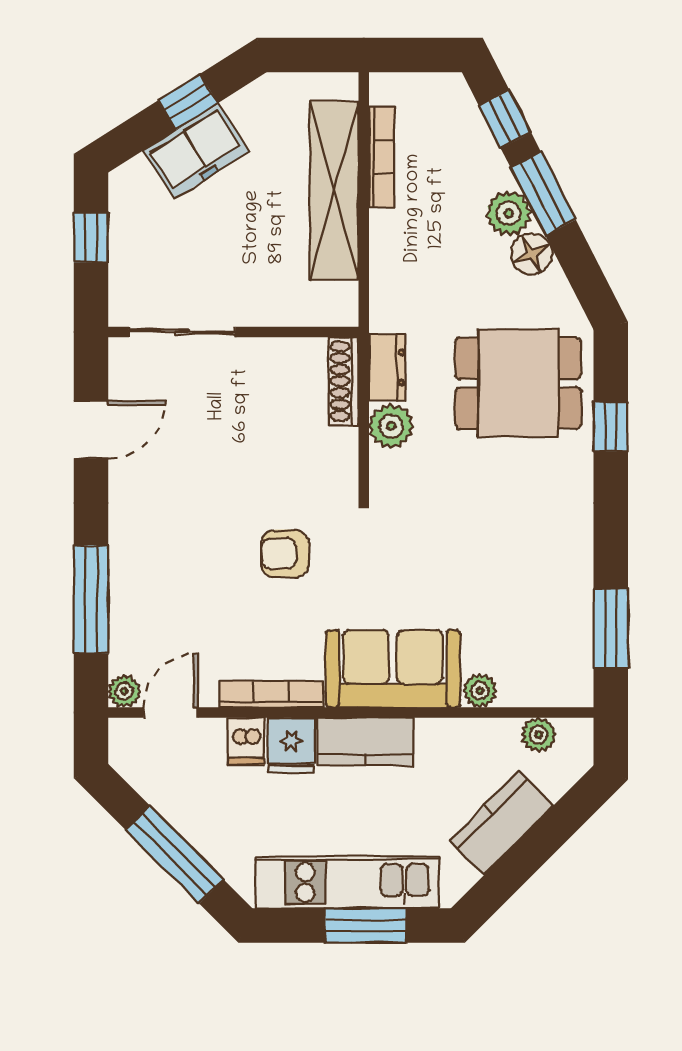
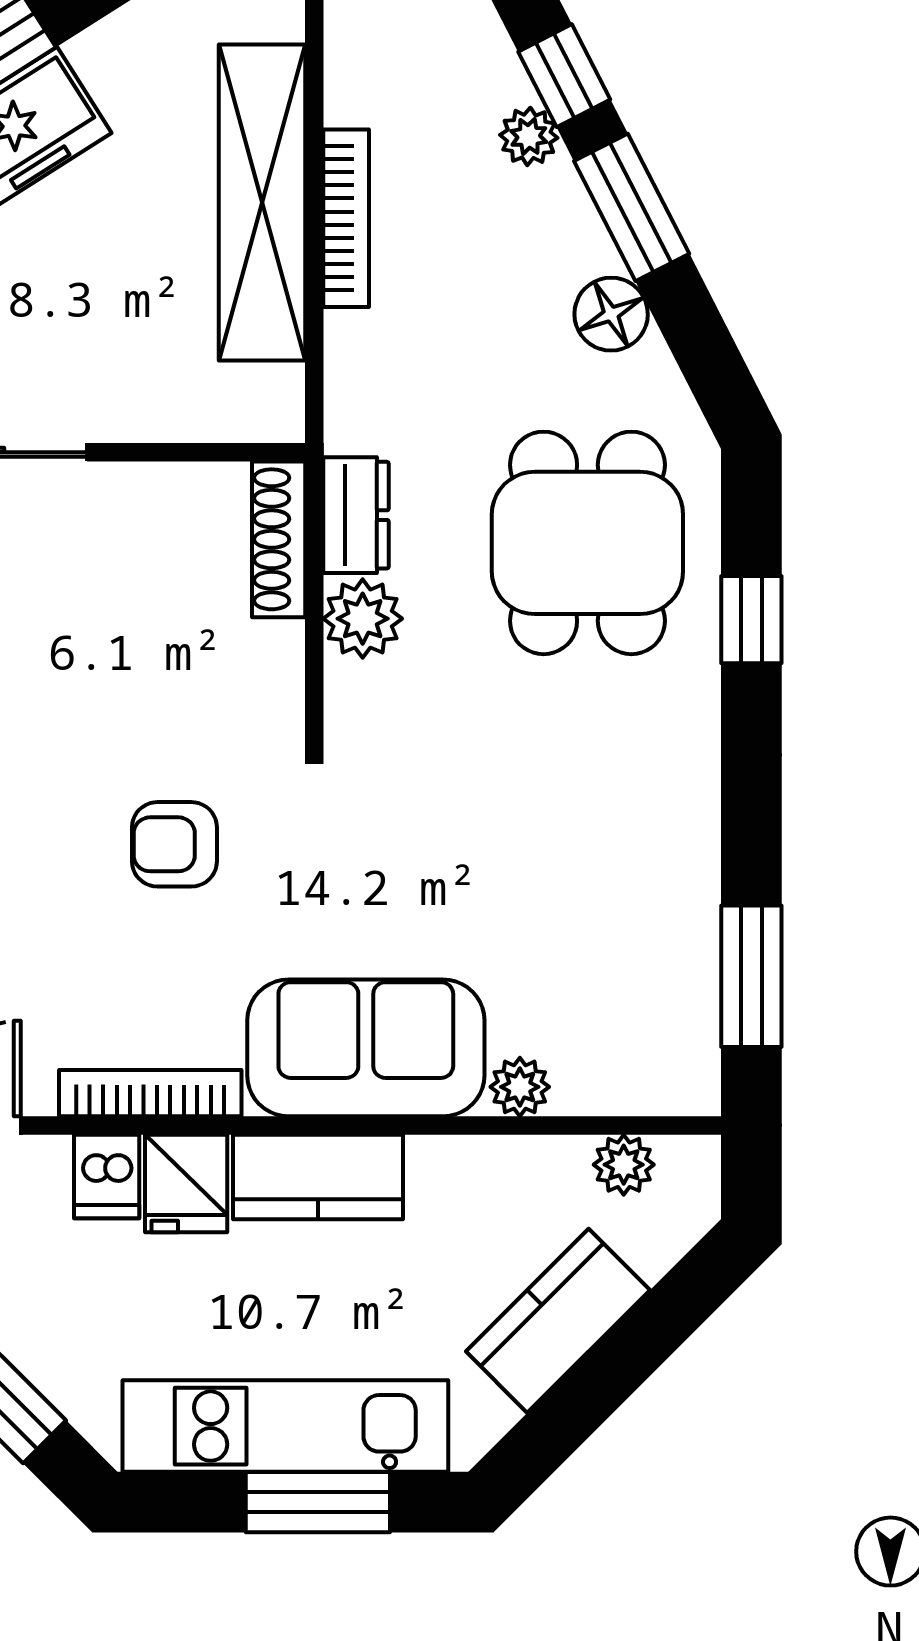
bookcase: (382, 157) -> (346, 218), moved
plant: (509, 213) -> (529, 136), moved, width x0.73, depth x0.73
dining table: (518, 383) -> (587, 543), turned 90

